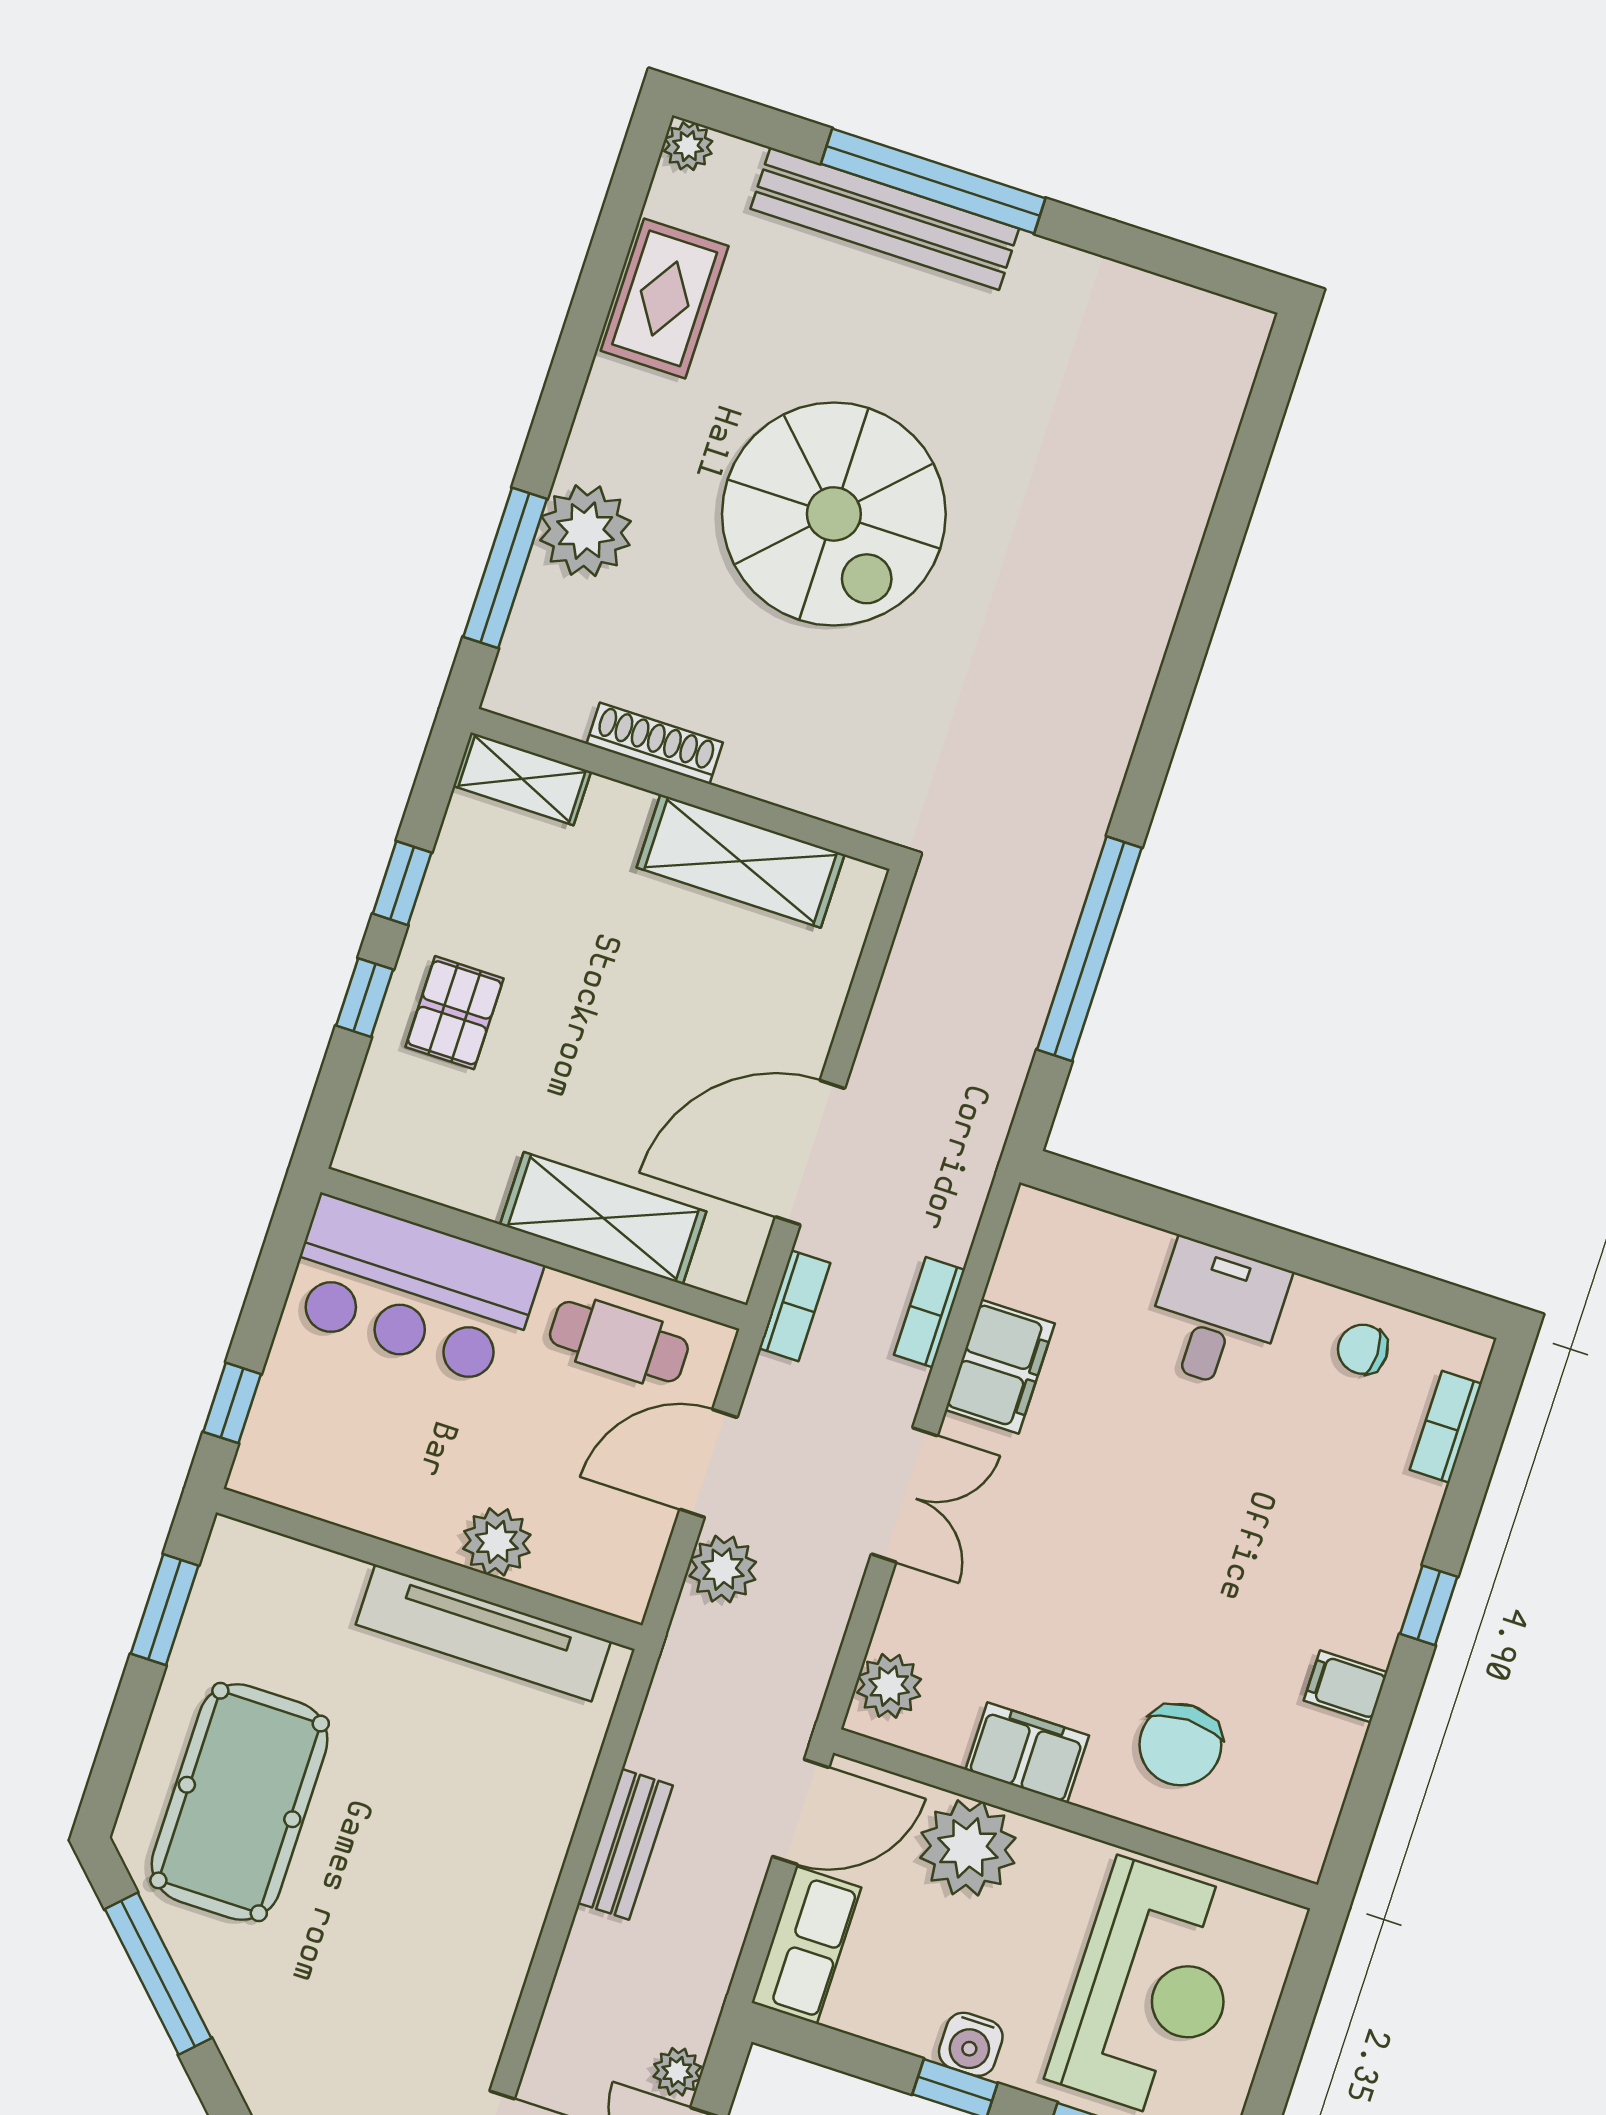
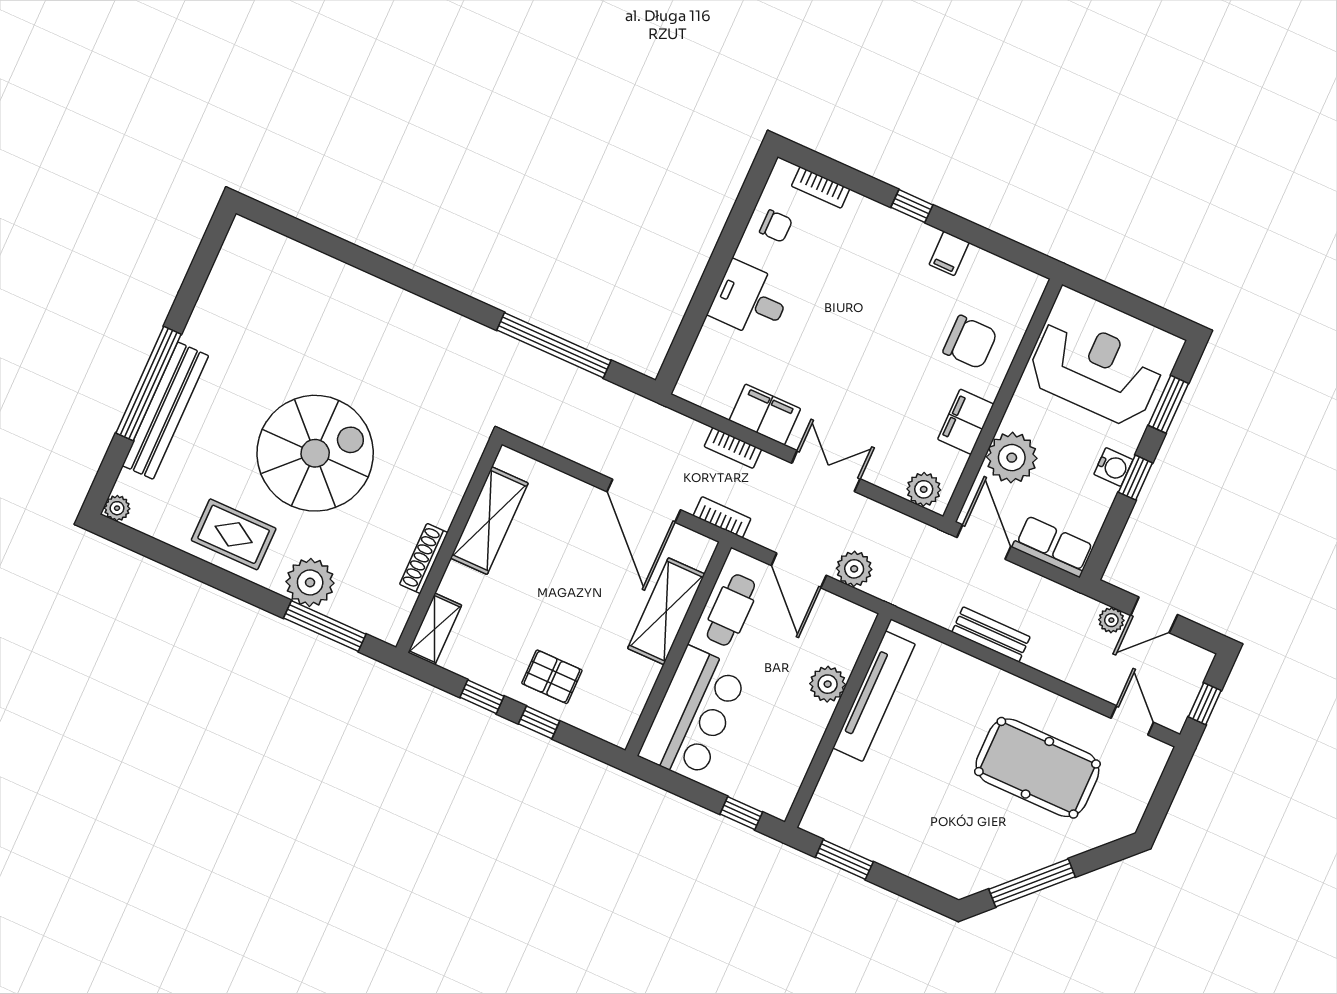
rug: (665, 298) -> (234, 534), moved
chair: (1363, 1349) -> (776, 226), turned -90
pool table: (240, 1802) -> (1037, 768), moved

